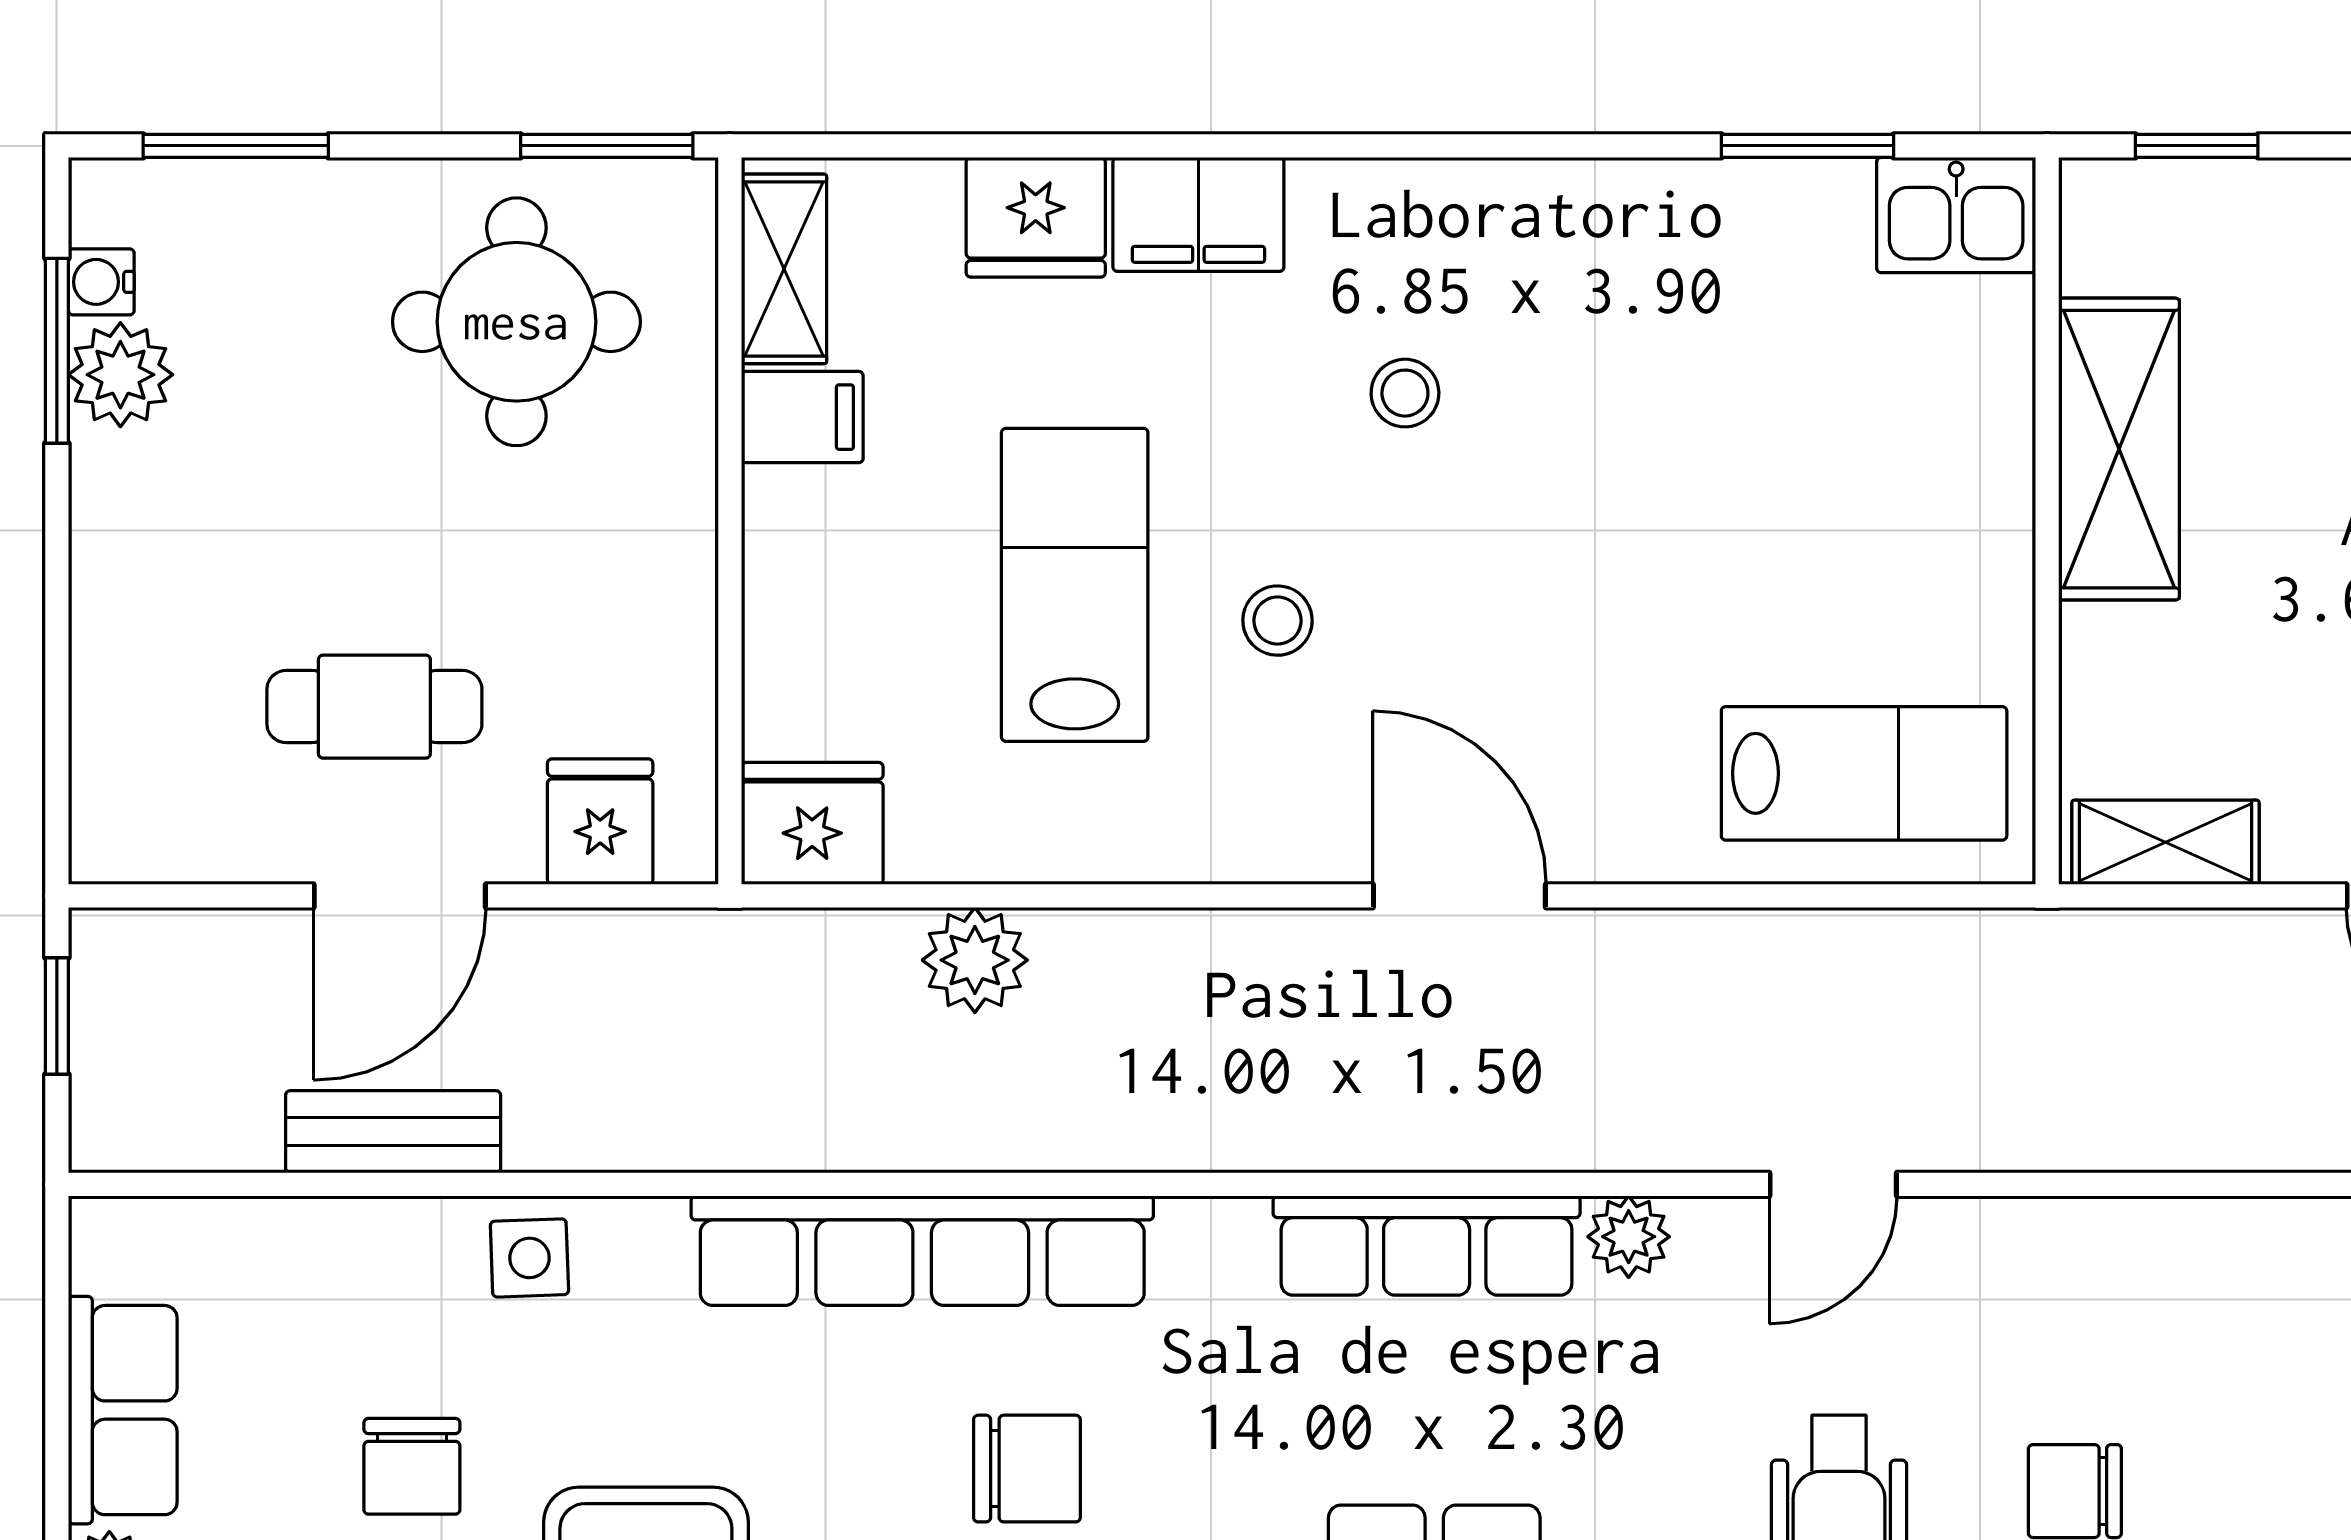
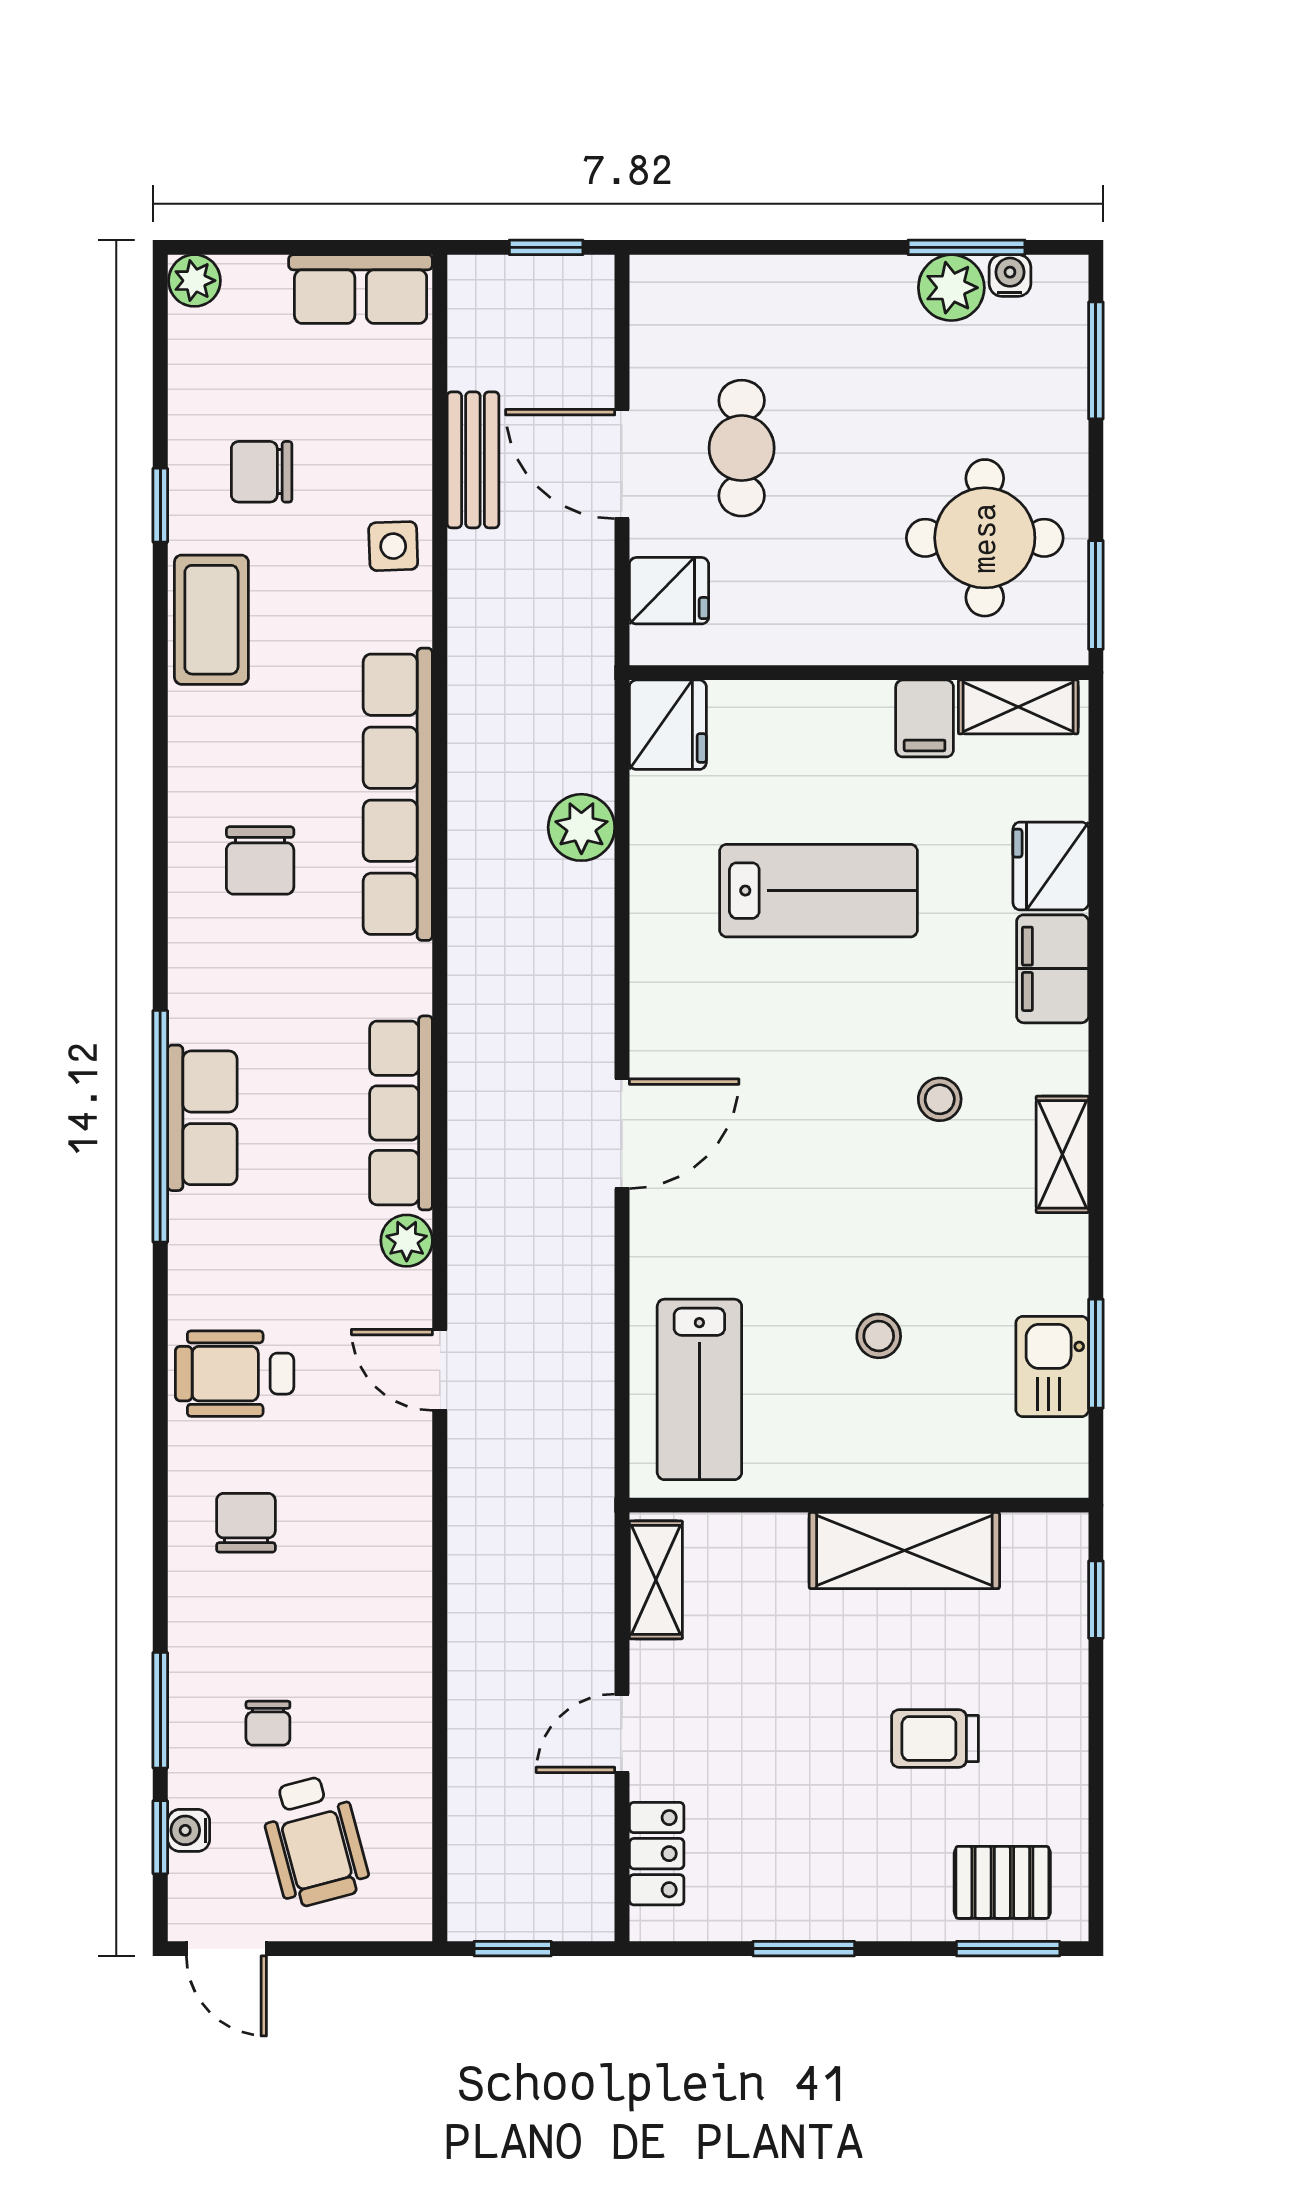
shelving: (1492, 199) -> (1062, 1154), added
kitchen sink: (1956, 215) -> (1052, 1366), moved
stool: (1277, 621) -> (879, 1336), moved
row of seats: (123, 1410) -> (361, 289), moved

